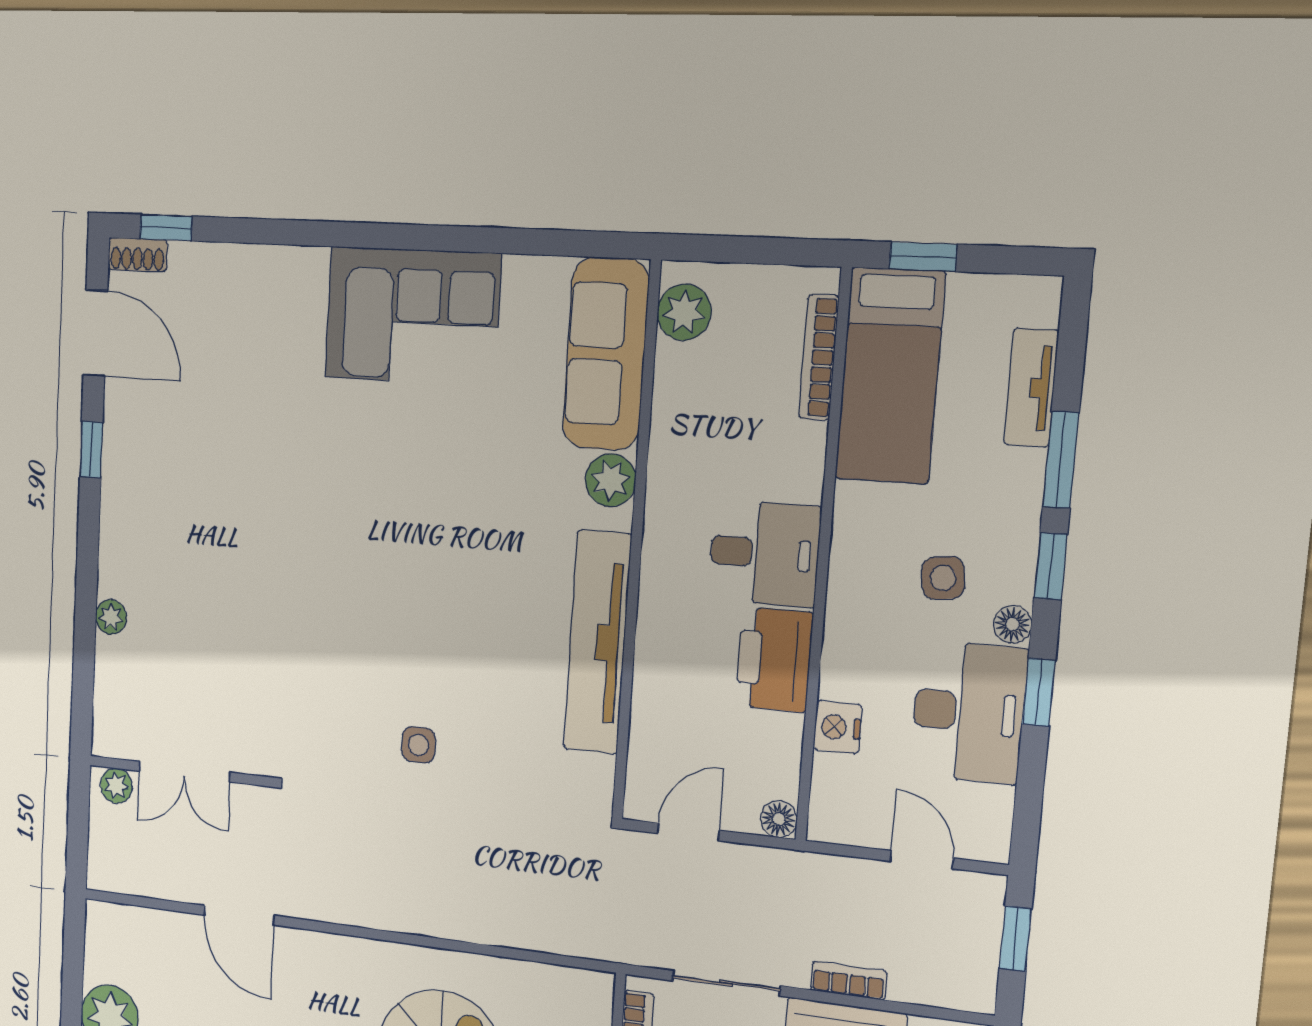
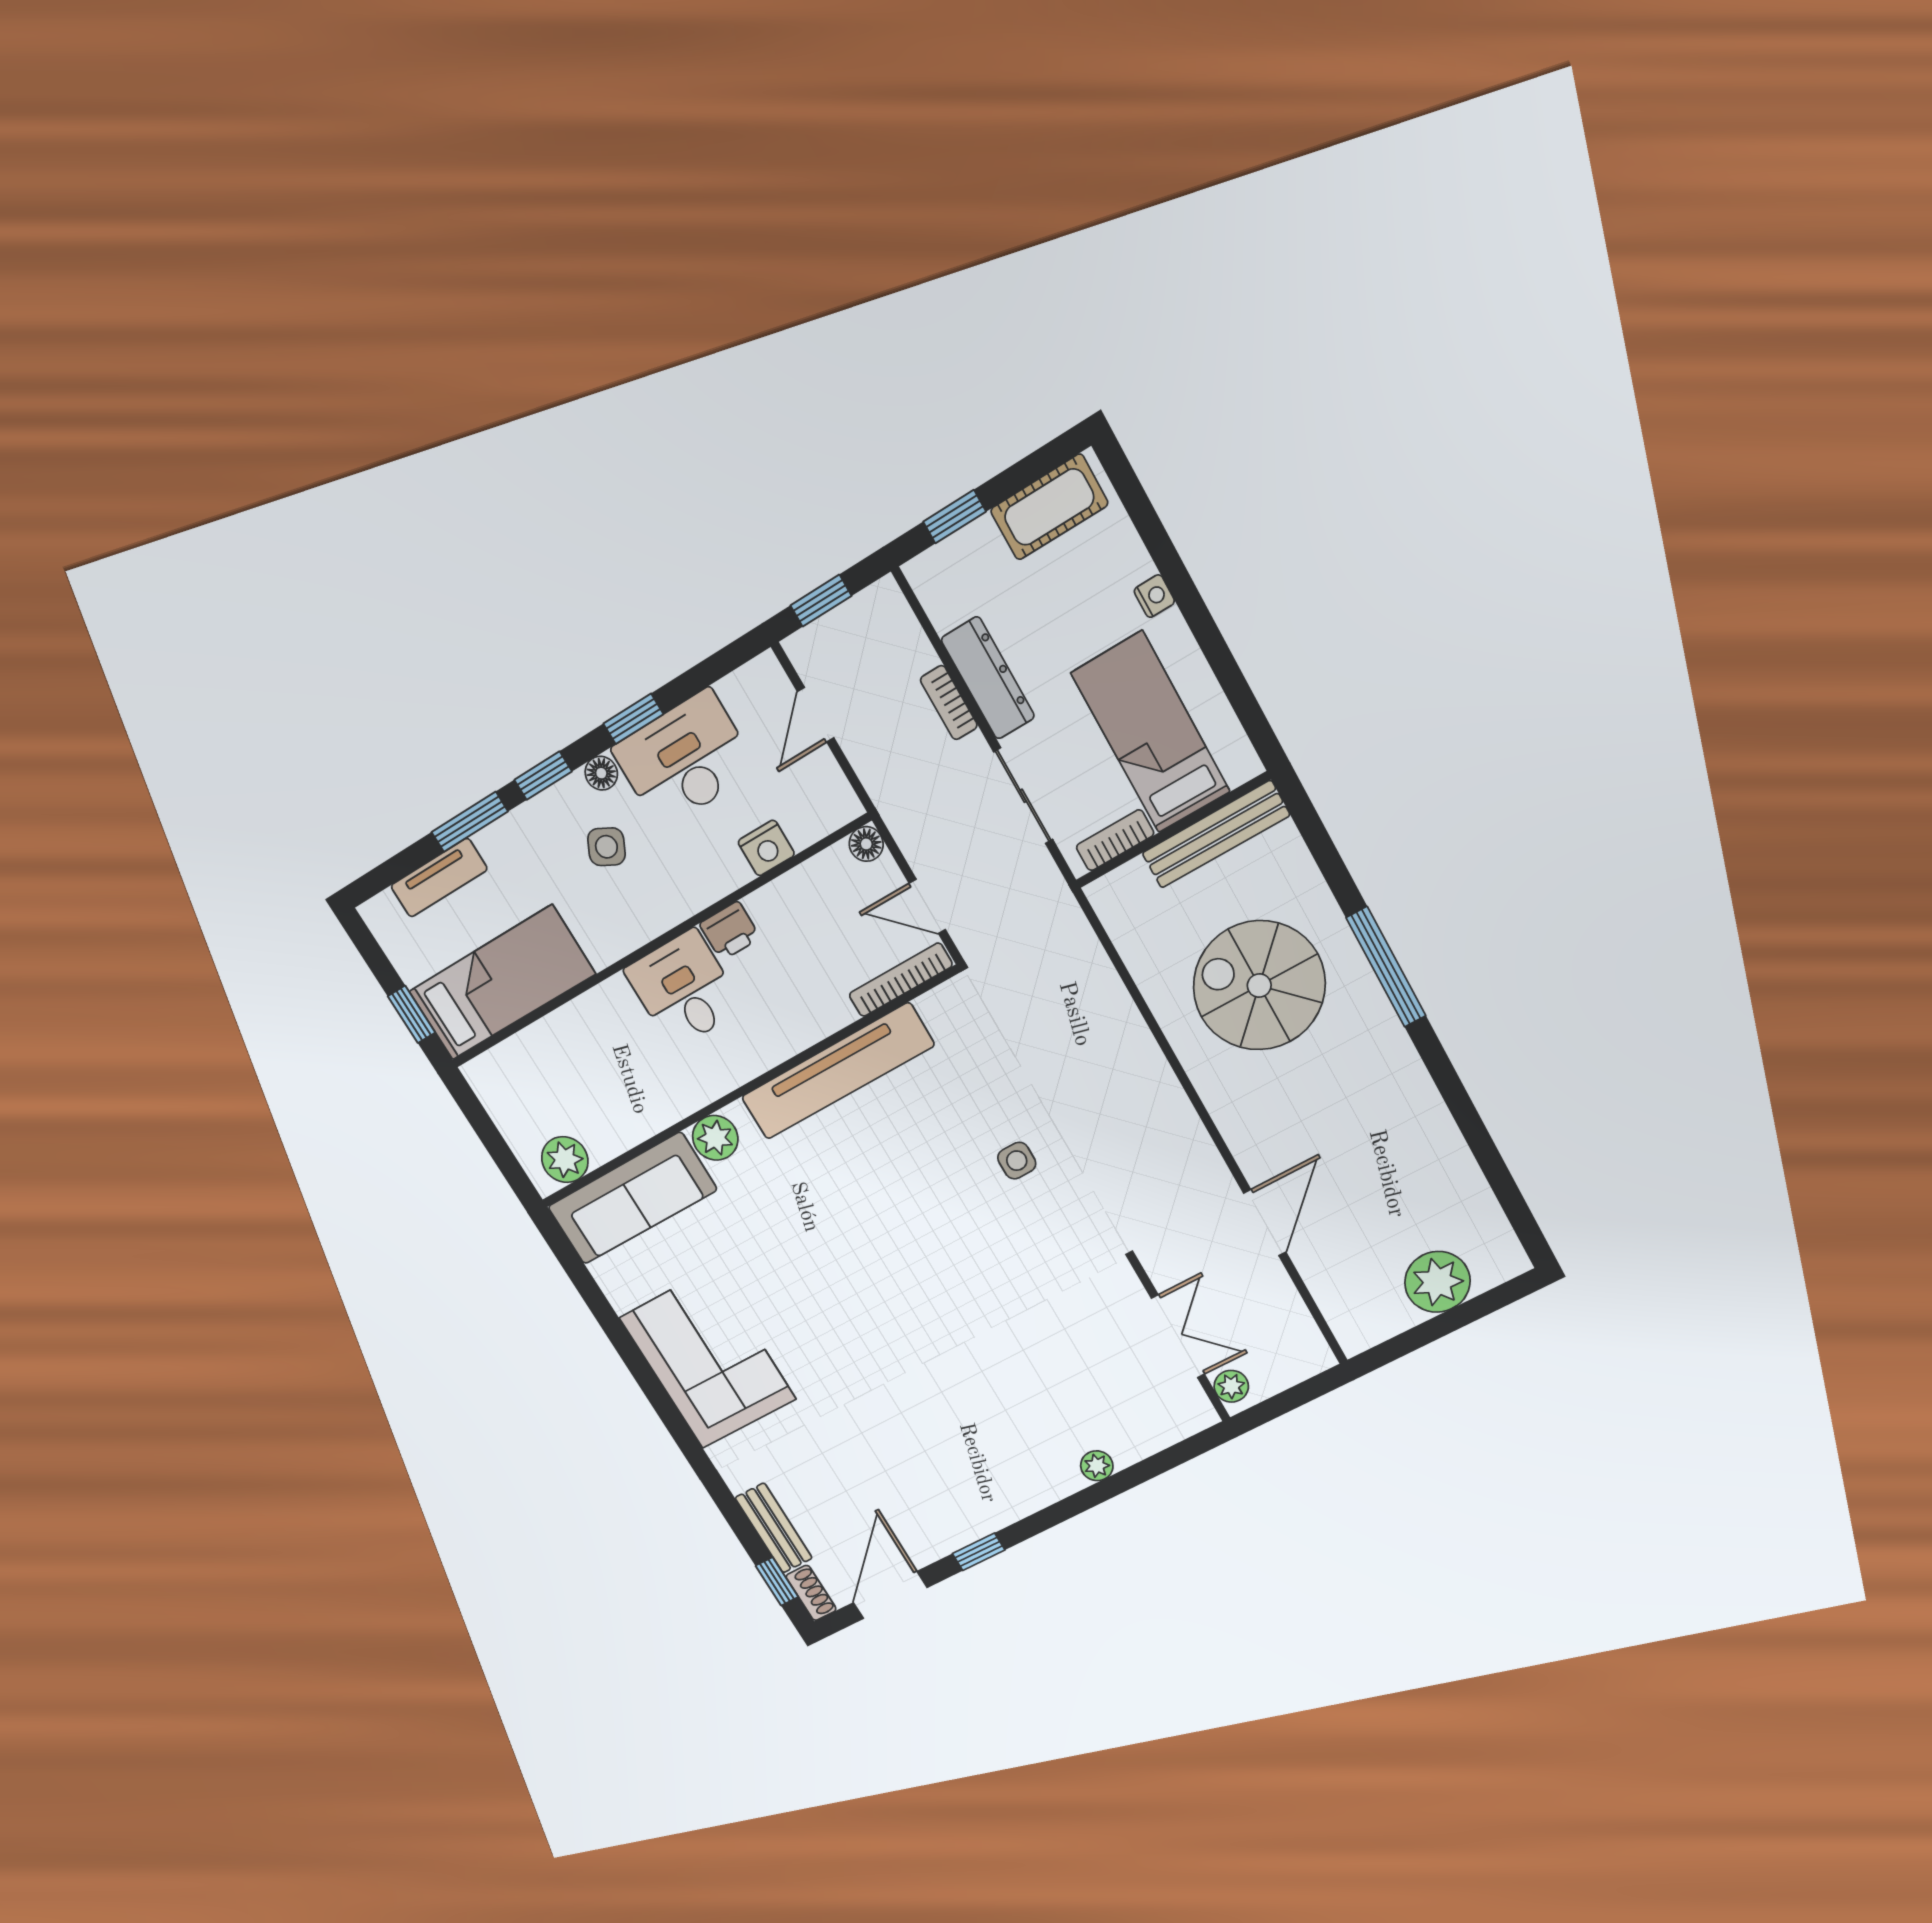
bench: (218, 263) -> (774, 1528), added
bookcase: (819, 357) -> (901, 980), moved, turned 180
side table: (943, 578) -> (606, 847), turned 34
printer: (774, 660) -> (730, 931), width x0.53, depth x0.68

